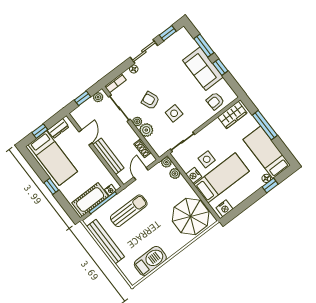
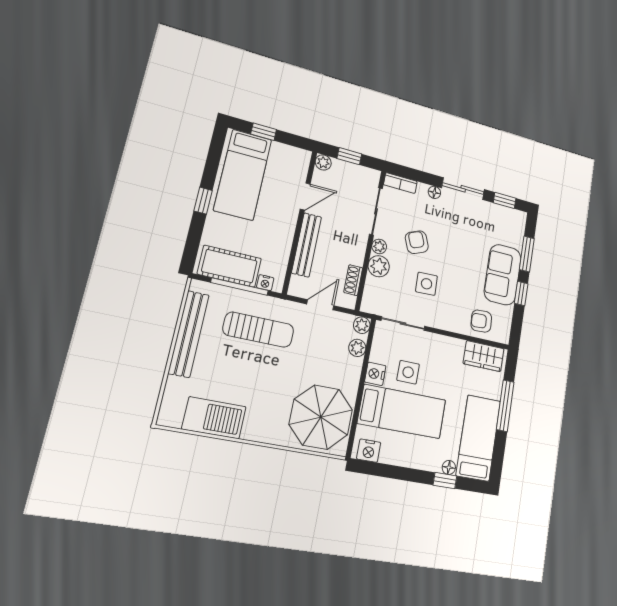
plant: (98, 97) -> (323, 162), moved
dresser: (58, 128) -> (287, 153), removed

